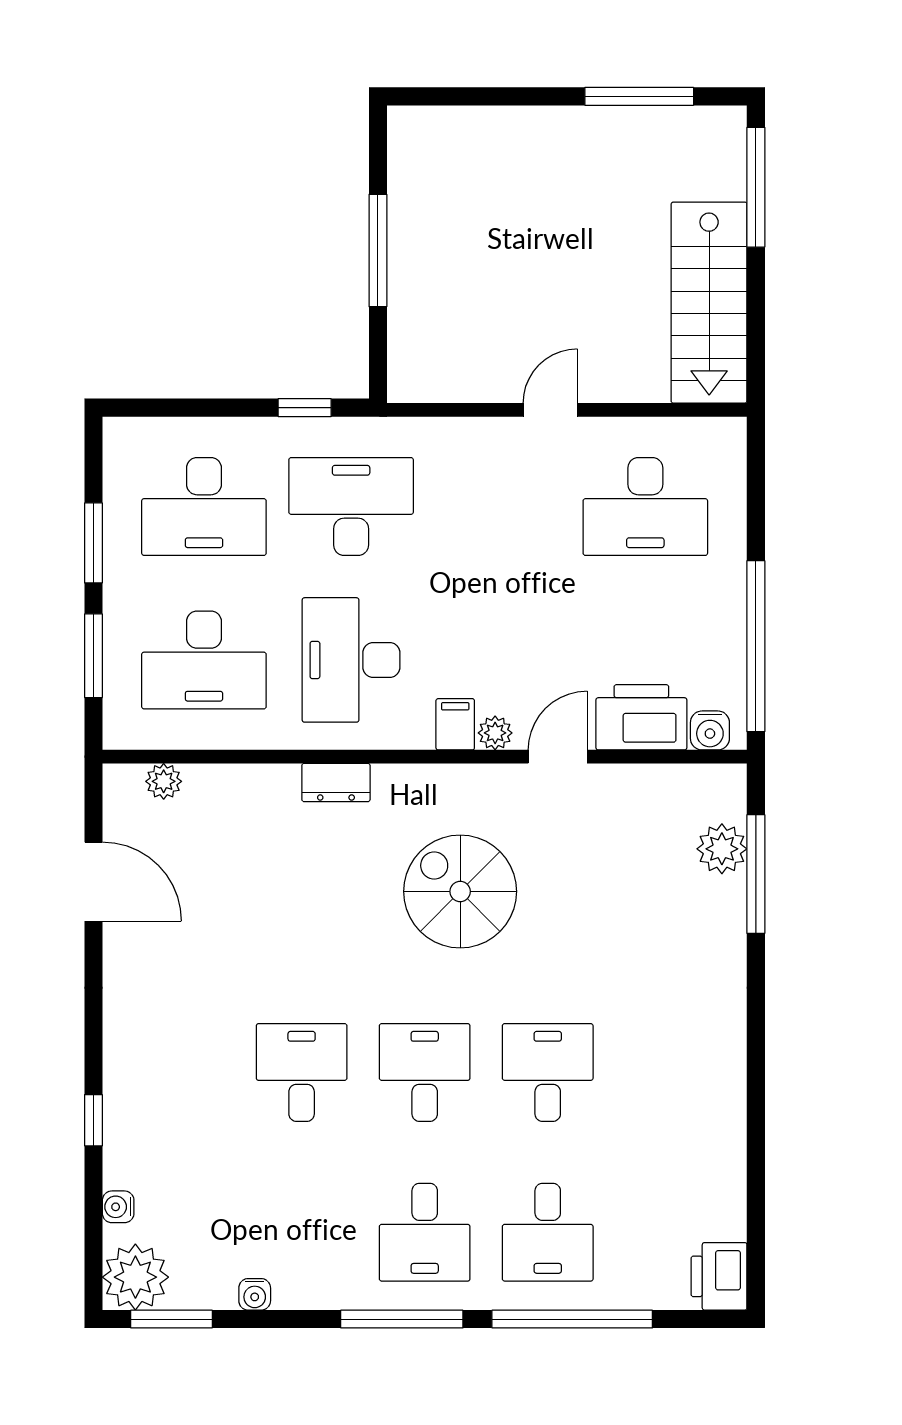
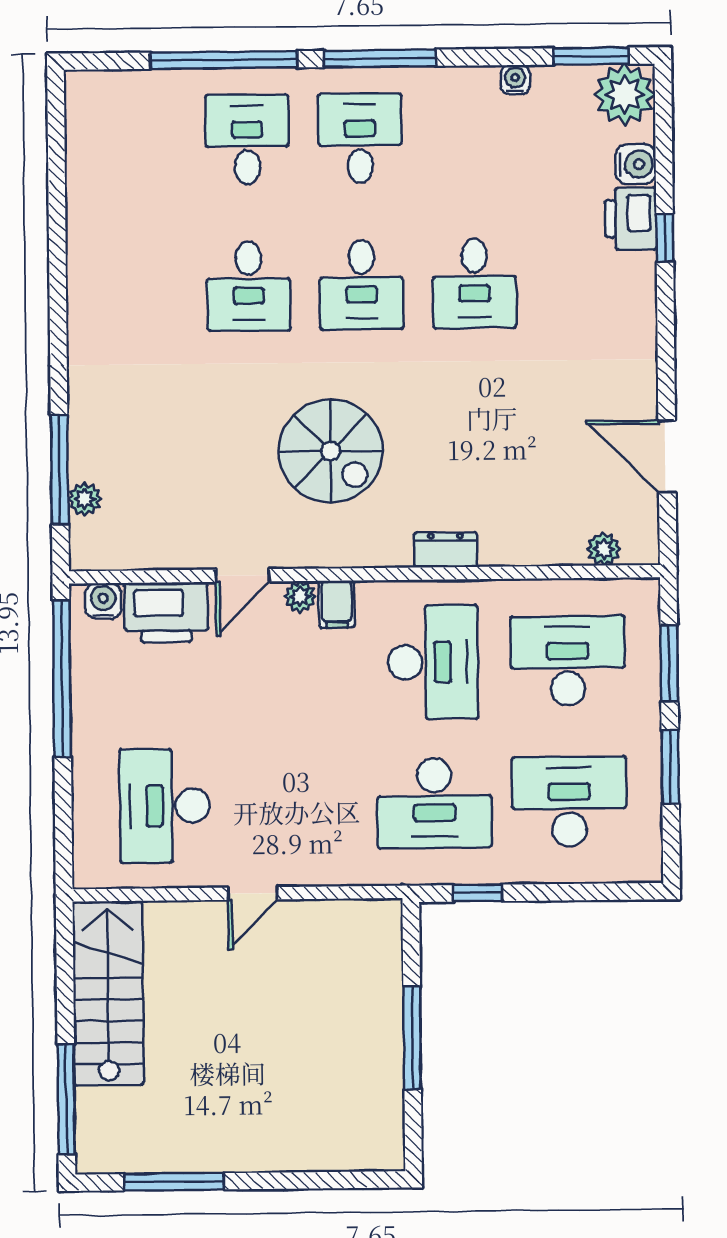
desk: (645, 506) -> (165, 806), turned -90
plant: (722, 849) -> (85, 499), width x0.73, depth x0.73
water cooler: (118, 1207) -> (636, 164), width x1.38, depth x1.38
printer: (719, 1276) -> (631, 219), moved, turned 180

